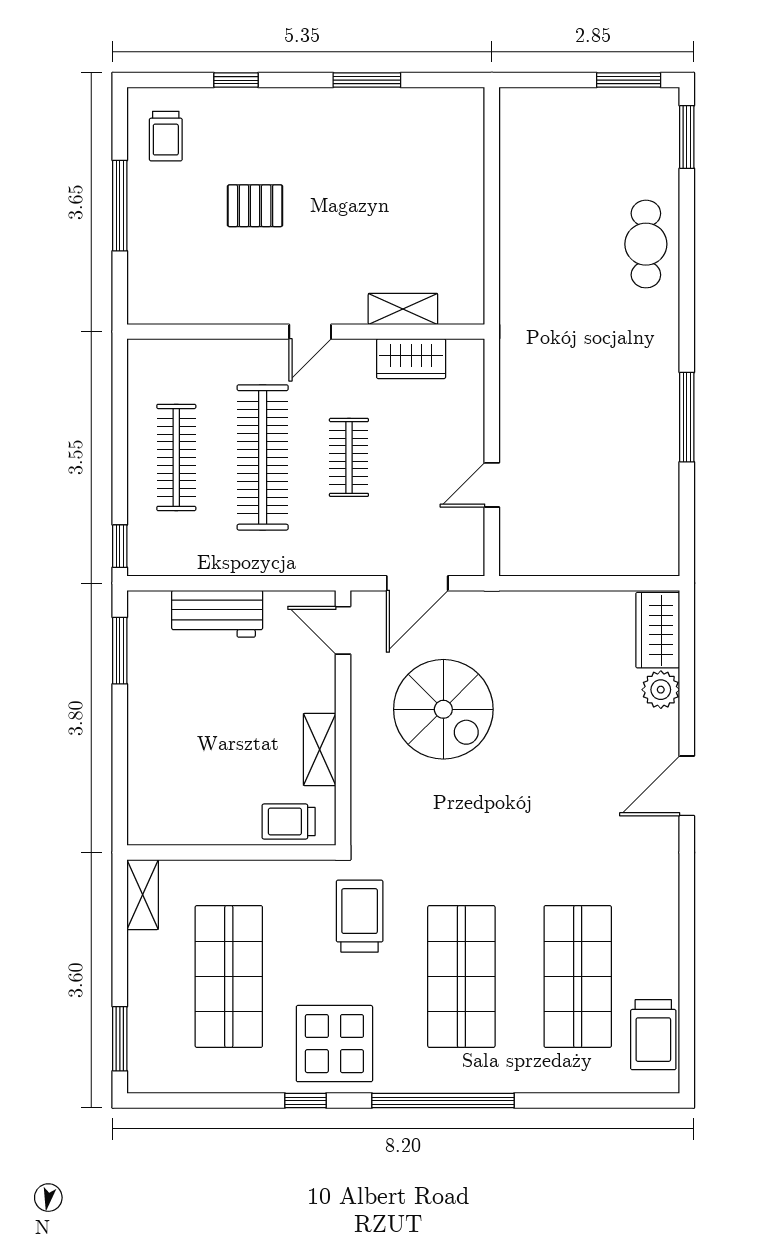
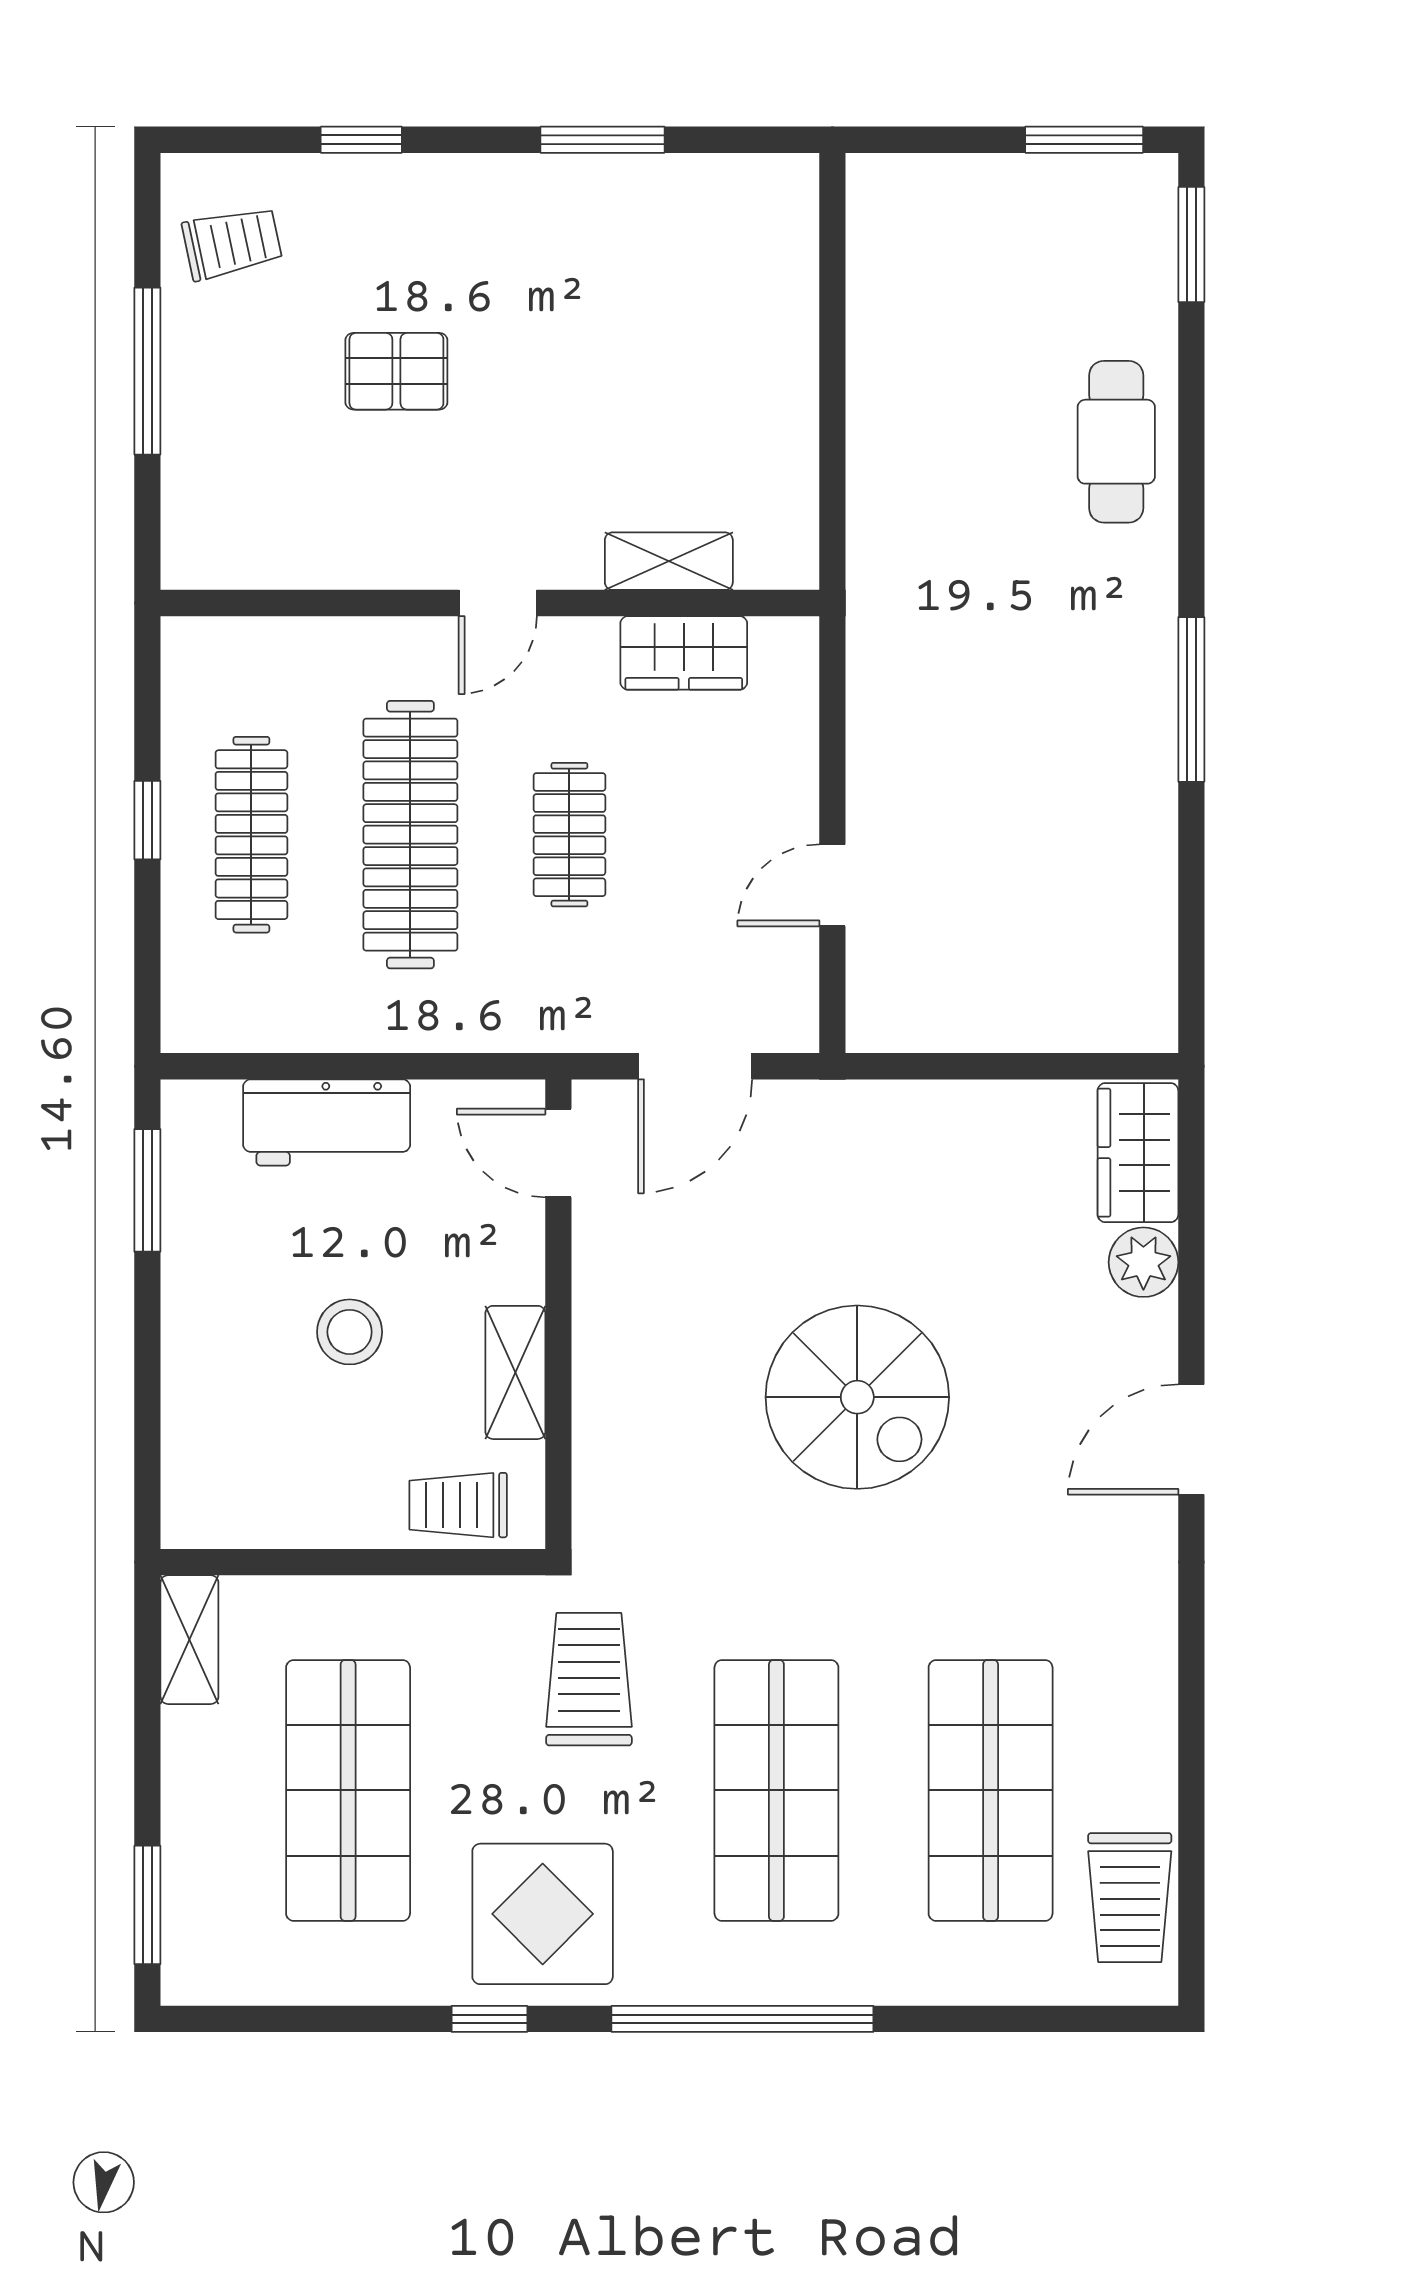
trolley: (166, 136) -> (232, 243), turned -102
window: (687, 417) -> (1191, 699), moved
window: (120, 546) -> (147, 820), moved
spiral stairs: (443, 709) -> (857, 1397), moved
stool: (230, 727) -> (350, 1332), added

